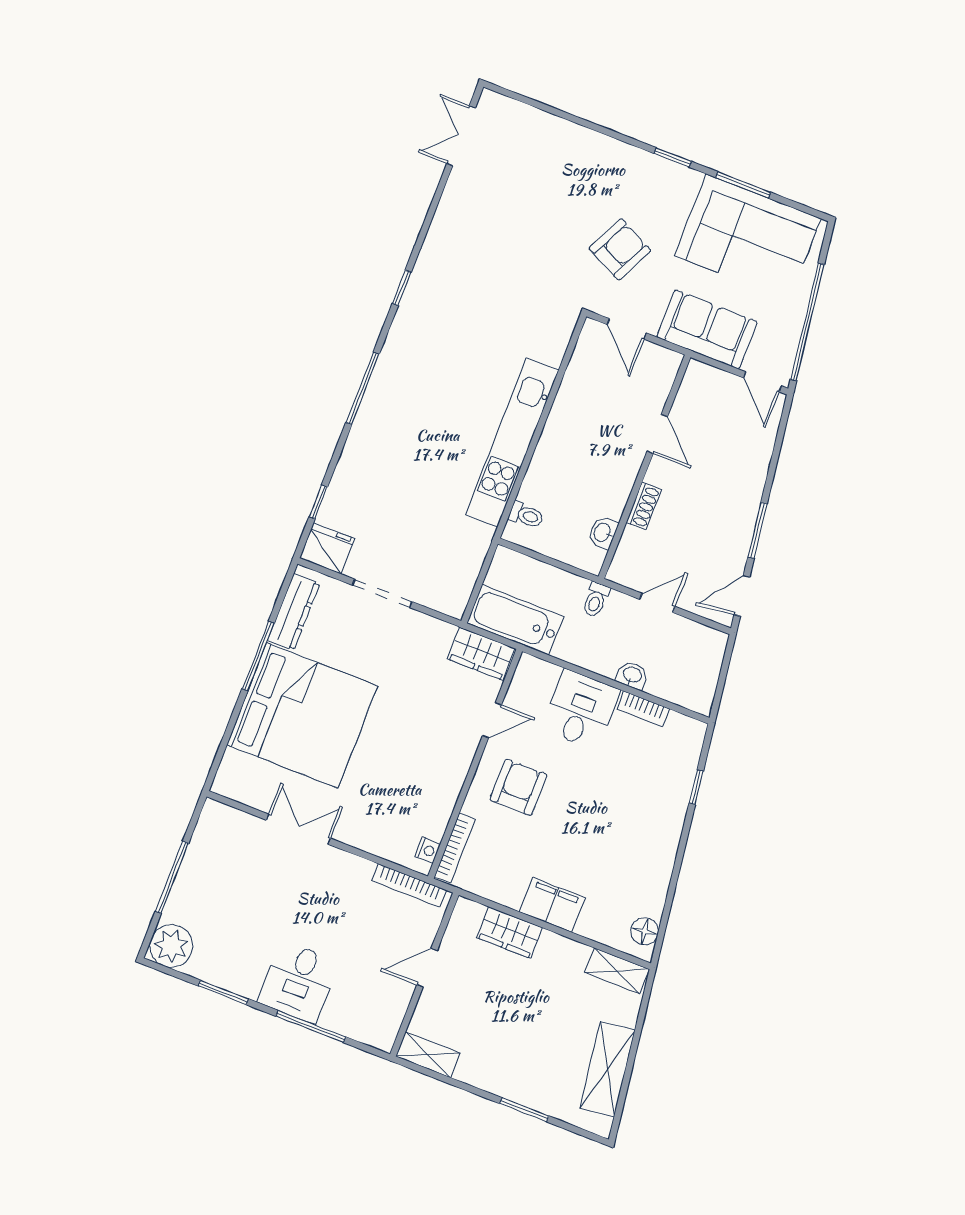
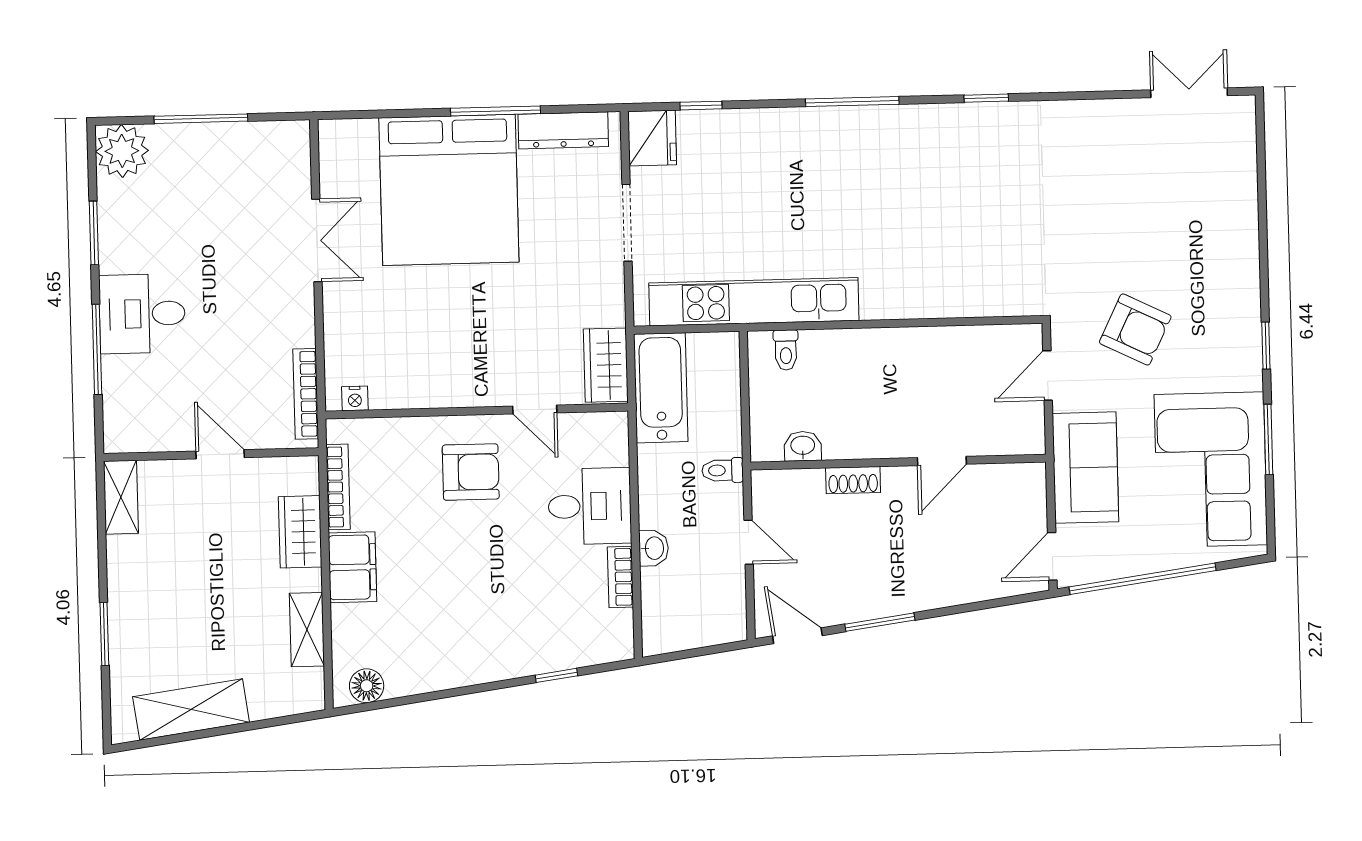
kitchen unit: (512, 443) -> (754, 302), moved
bookcase: (455, 848) -> (338, 487), moved, turned -90
shelving: (617, 971) -> (307, 630), moved

